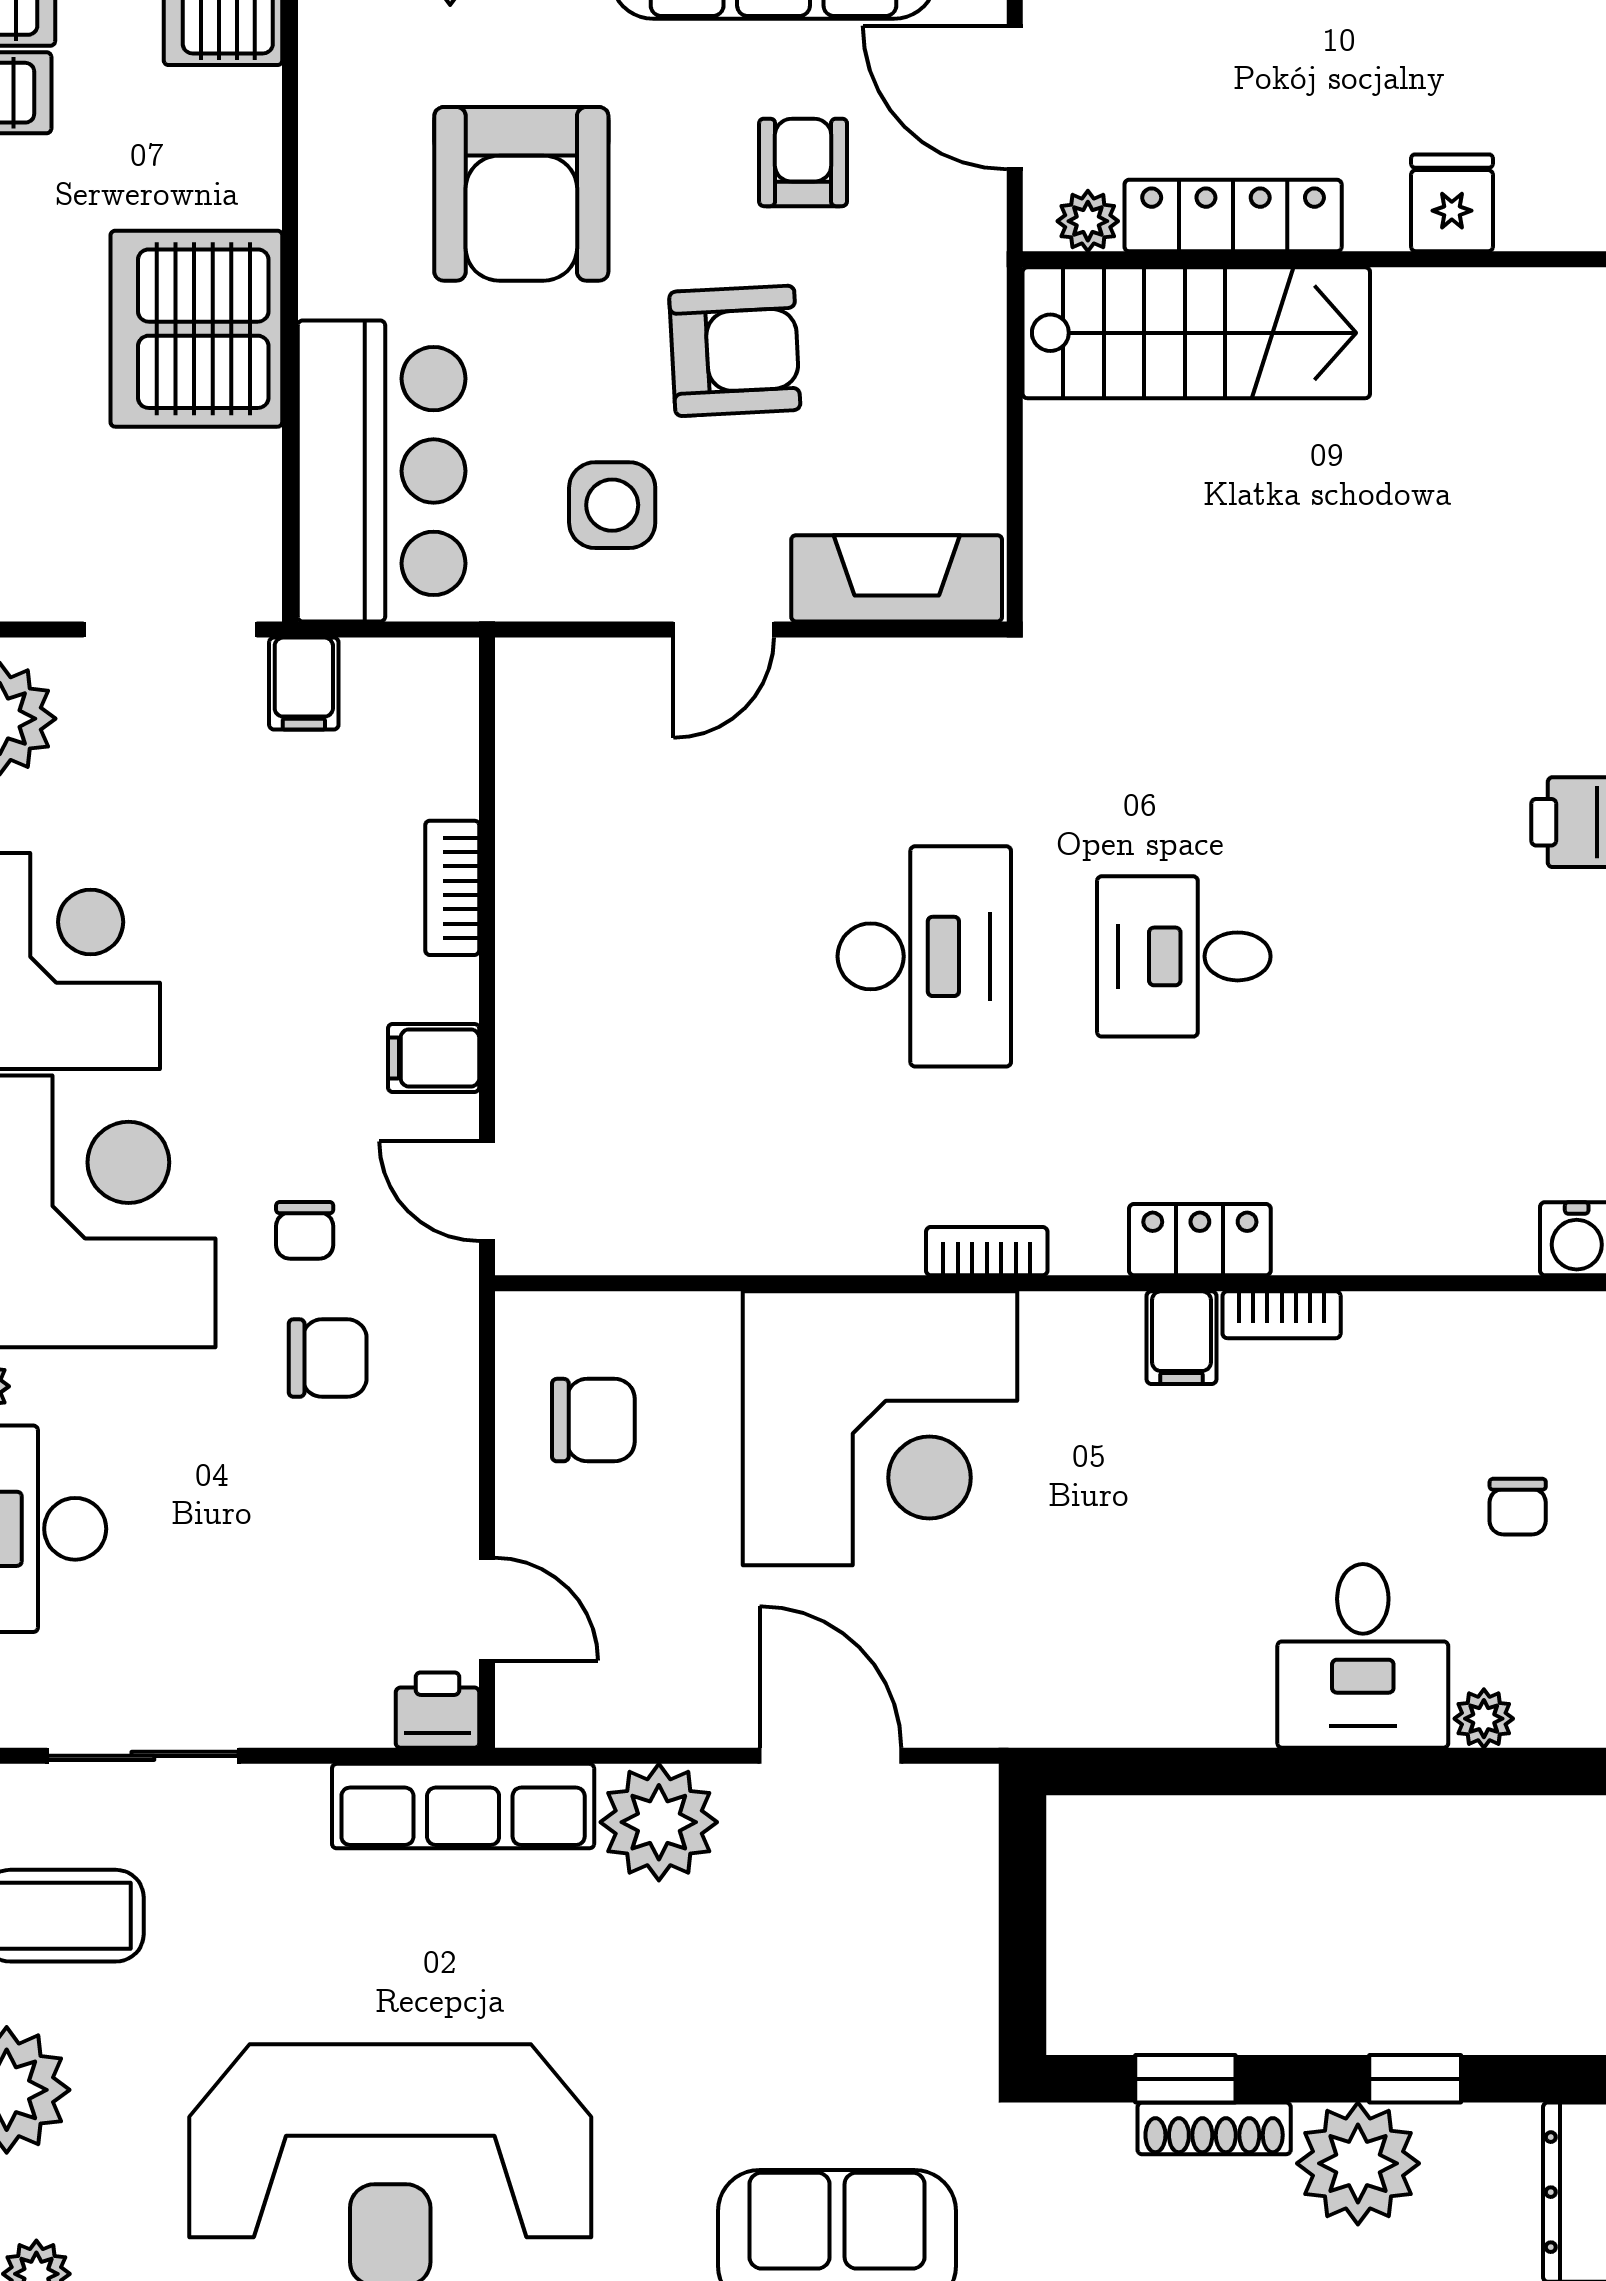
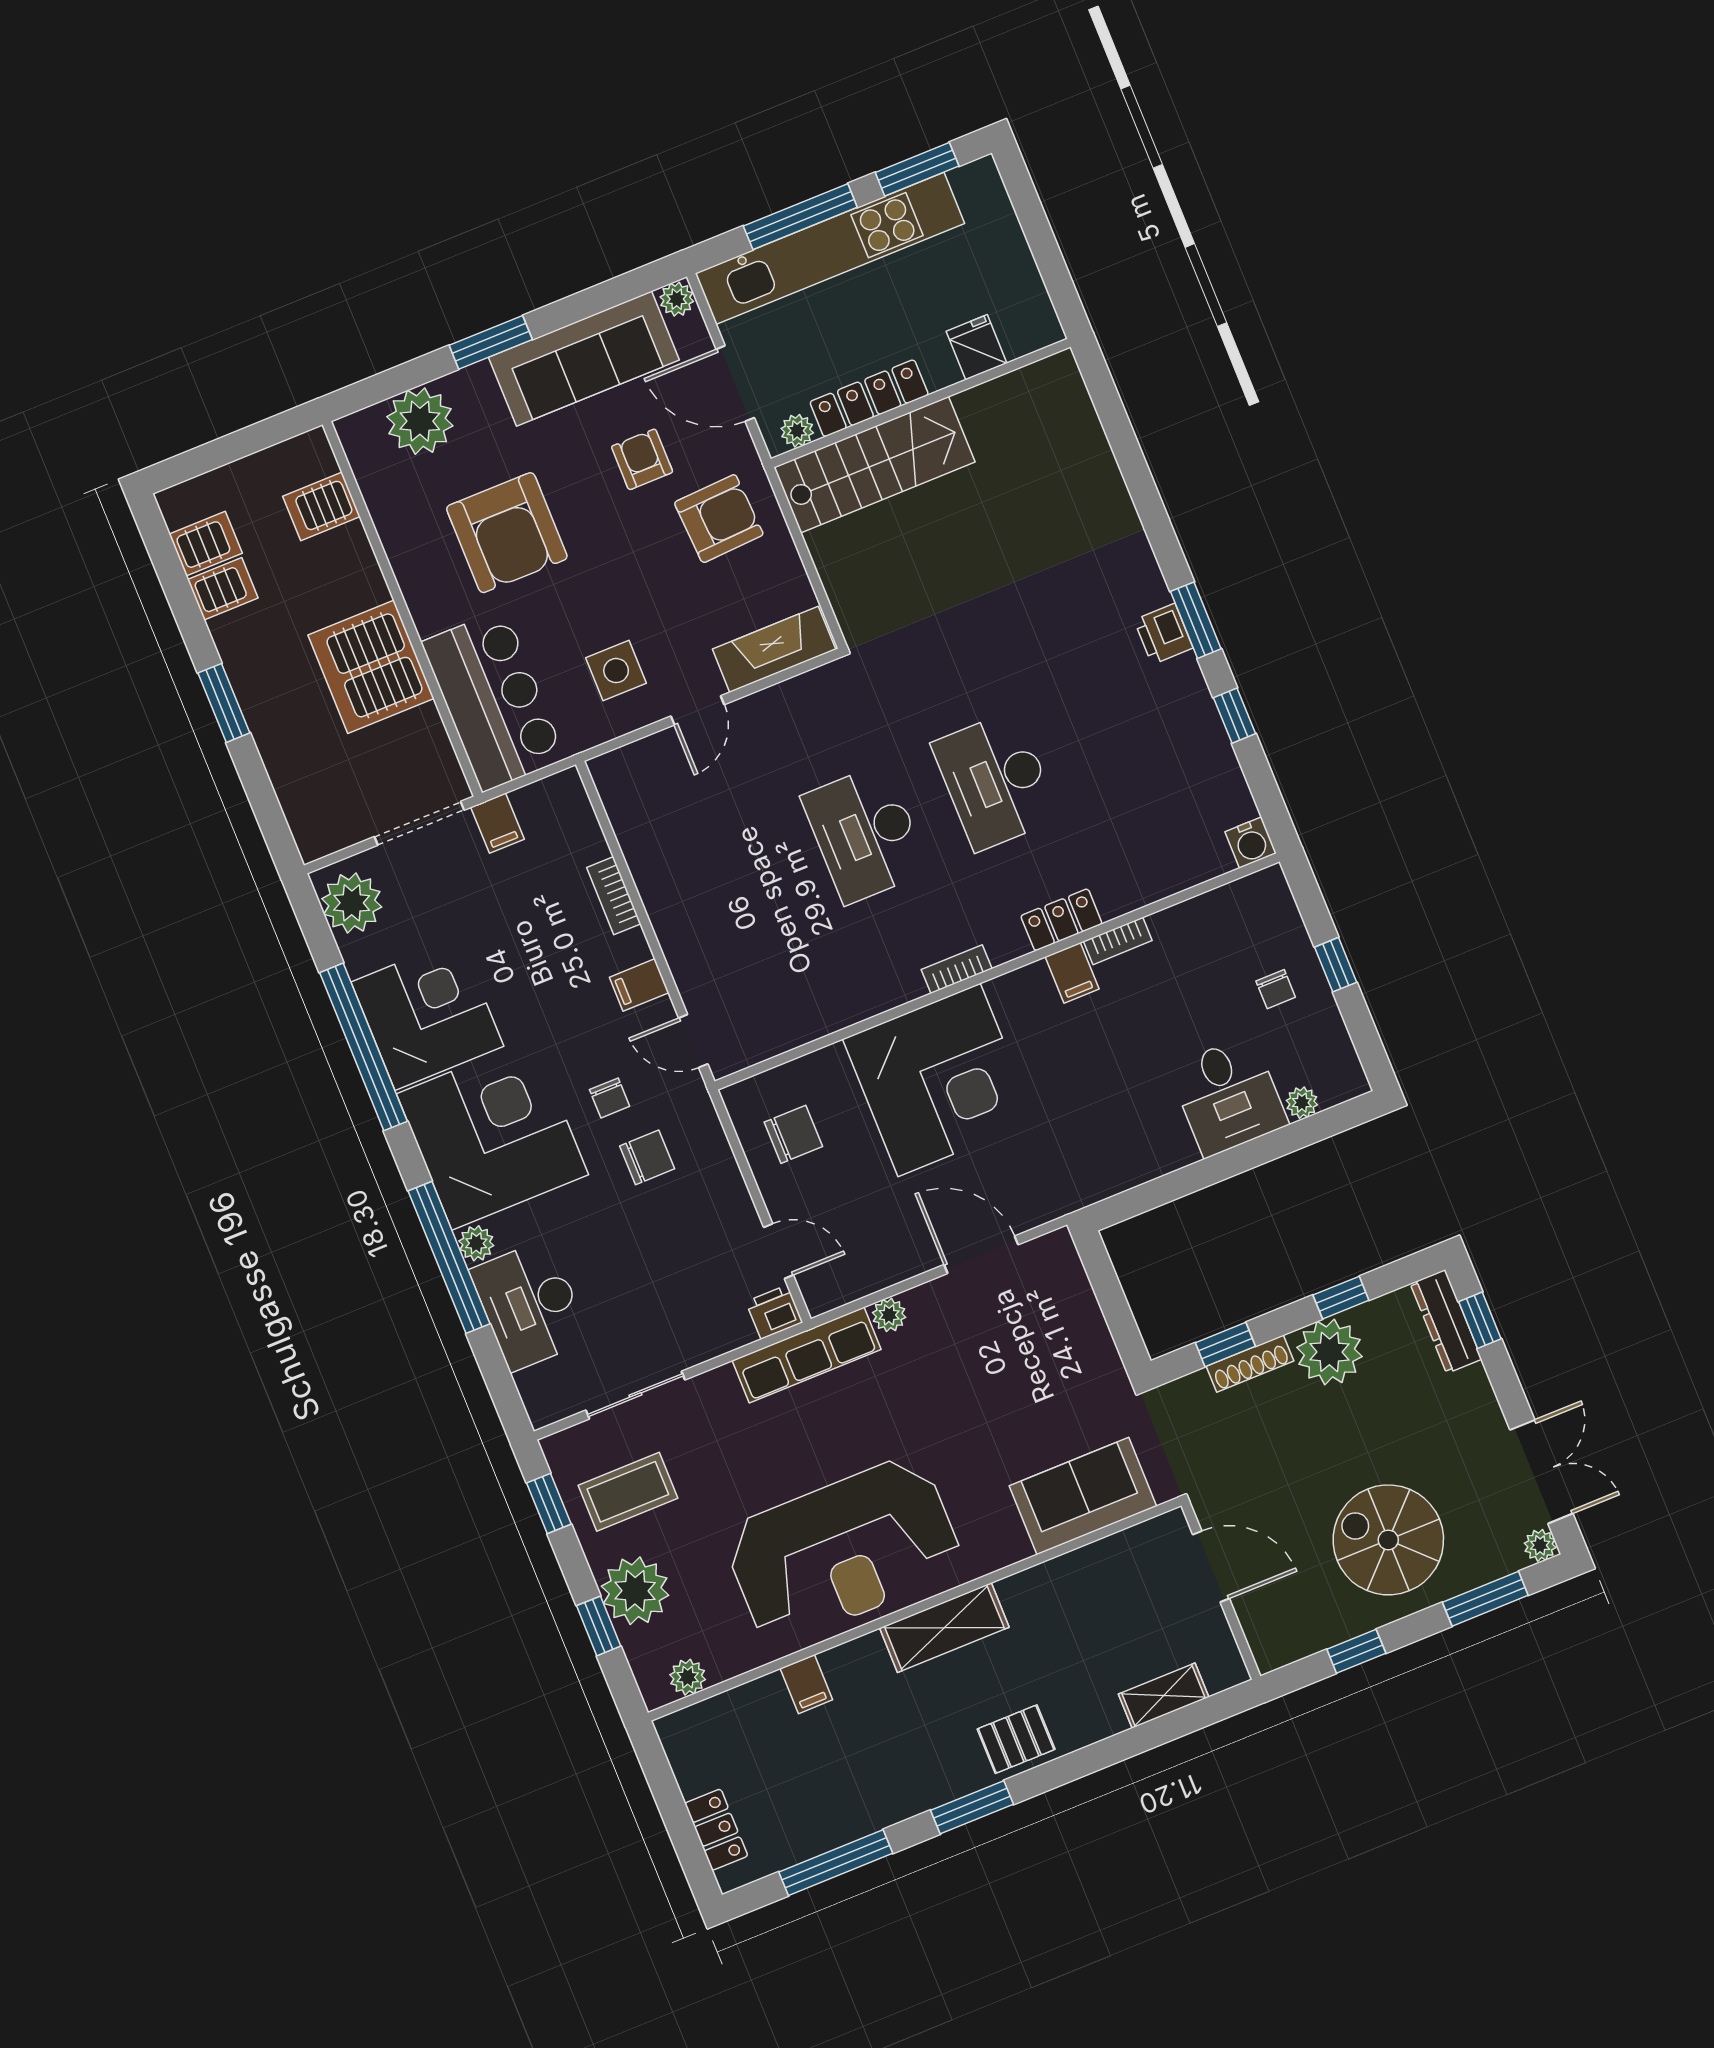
armchair: (735, 351) -> (719, 519), moved
desk: (924, 956) -> (865, 834), turned 180
desk: (1184, 956) -> (996, 781), width x1.37
plant: (659, 1822) -> (889, 1315), width x0.53, depth x0.53

